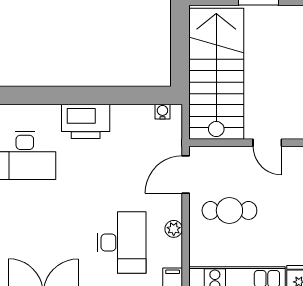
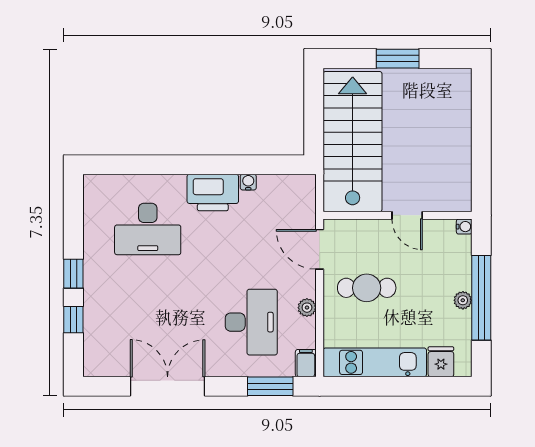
water cooler: (162, 112) -> (248, 182), moved
door: (186, 174) -> (320, 249), hinge flipped

